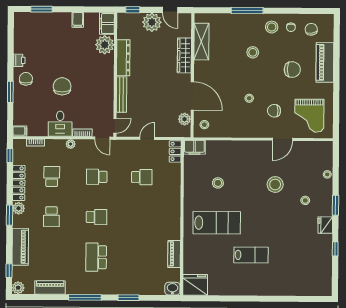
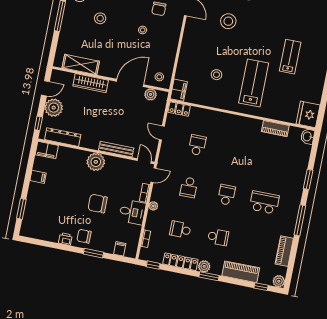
plant: (105, 45) -> (96, 162), moved
dresser: (123, 58) -> (63, 137), moved
filing cabinet: (20, 131) -> (120, 249), moved
school desk: (96, 257) -> (264, 202), turned 180

